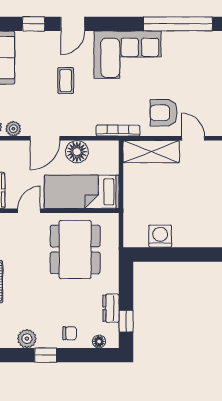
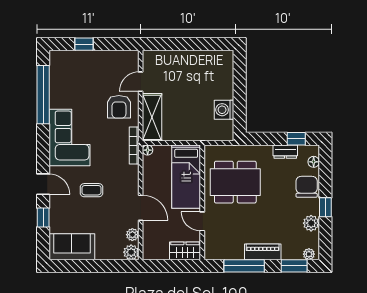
floor lamp: (77, 152) -> (148, 150), moved, width x0.53, depth x0.53
chair: (70, 333) -> (307, 187), width x1.87, depth x1.87

